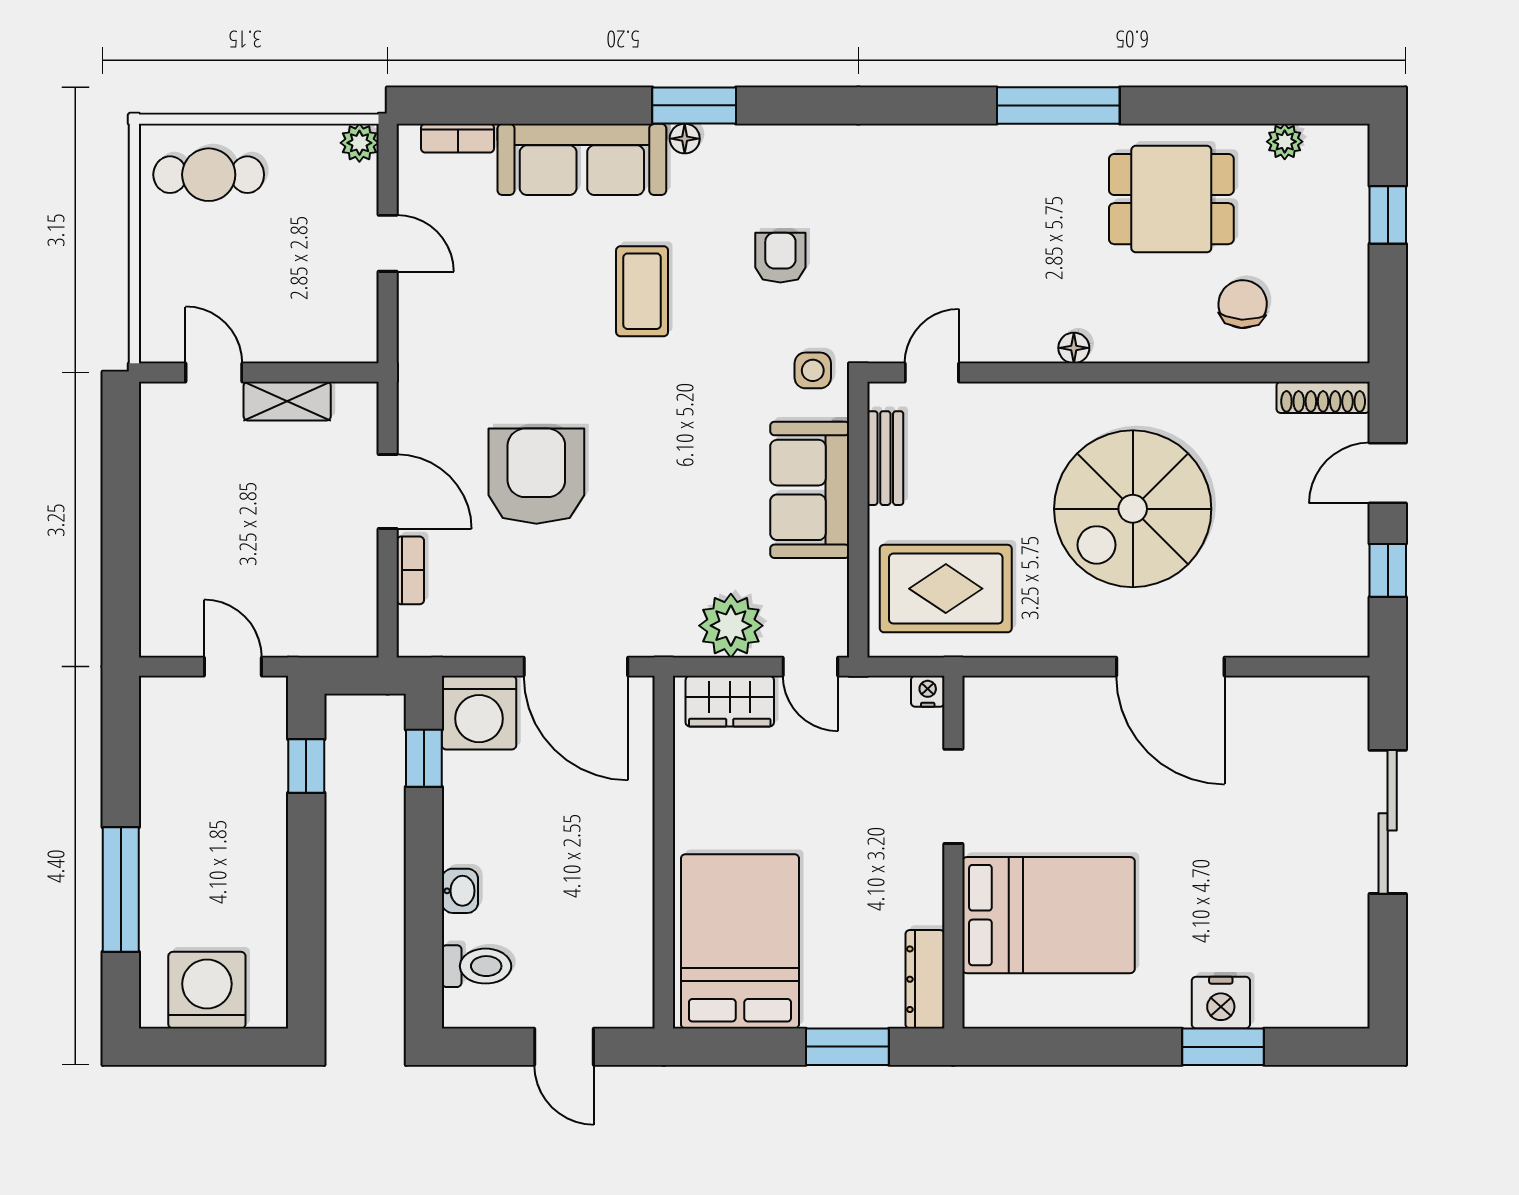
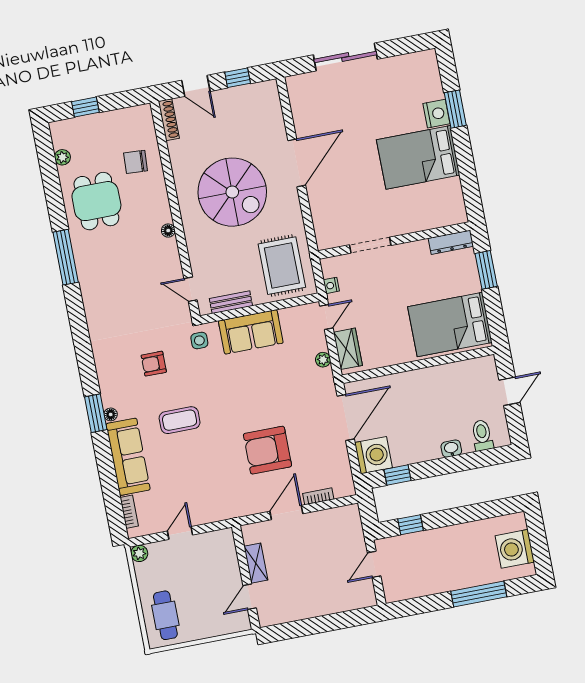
plant: (731, 626) -> (323, 360), width x0.53, depth x0.53
nightstand: (928, 691) -> (331, 285), moved
bed: (1048, 915) -> (418, 157), moved, turned -90

